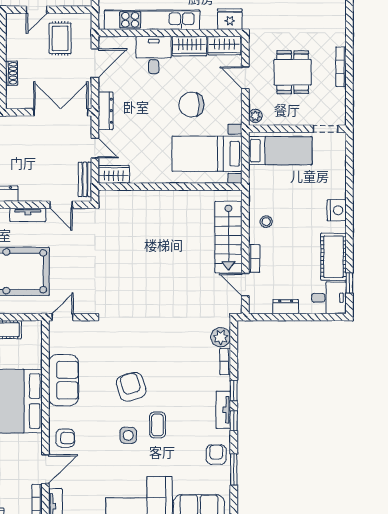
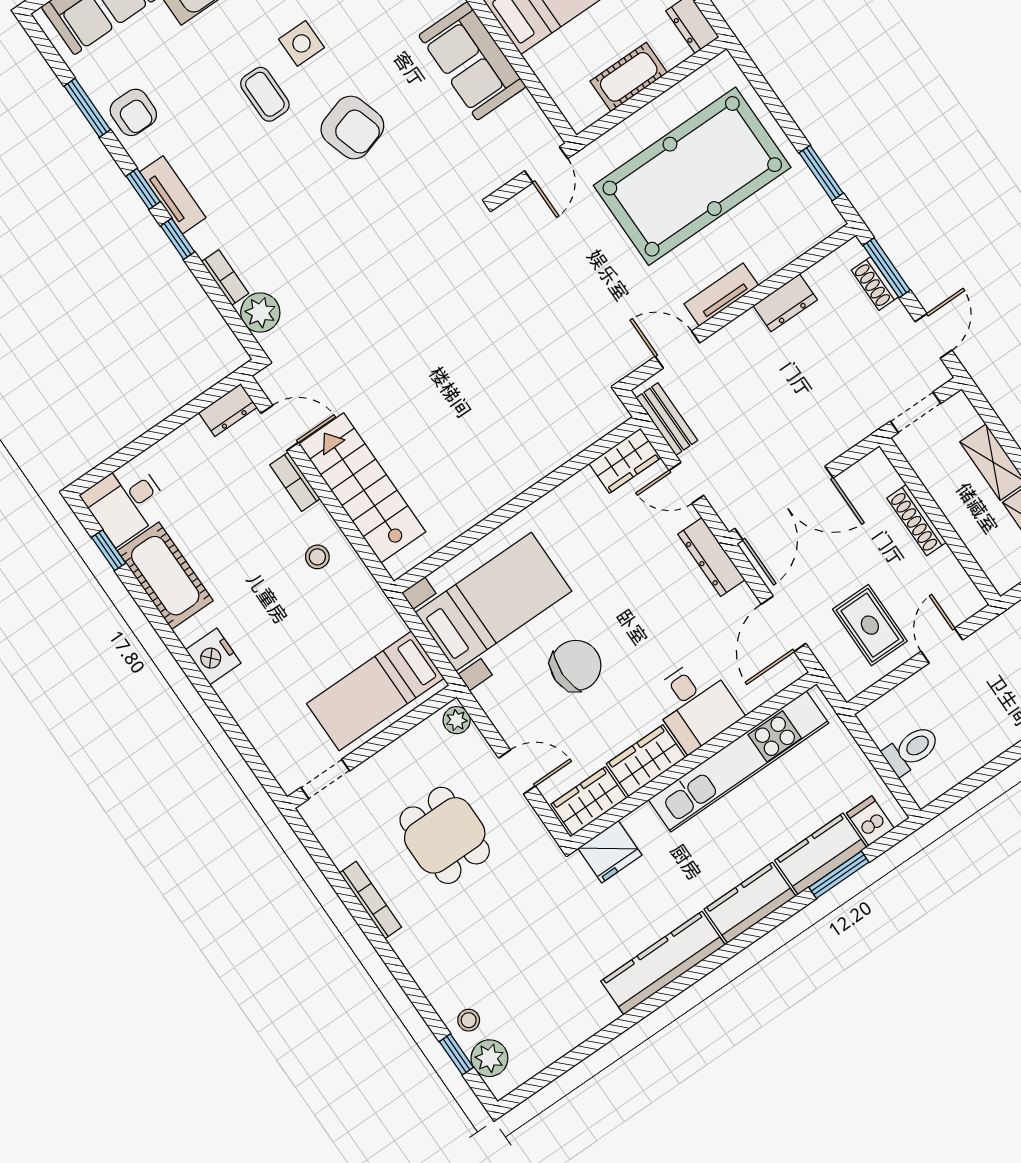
shoe rack: (12, 73) -> (916, 520), width x1.43
dresser: (286, 307) -> (228, 410), moved

